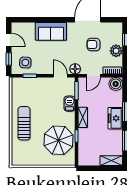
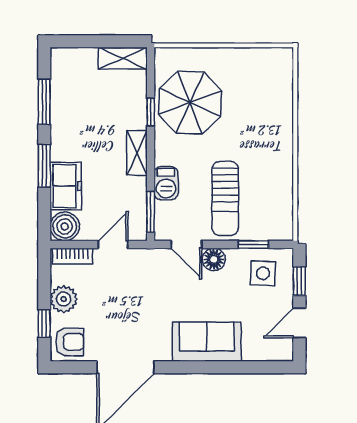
door: (9, 40) -> (299, 323), hinge flipped
armchair: (94, 45) -> (70, 342), moved
floor lamp: (75, 69) -> (214, 259), moved
freezer: (115, 118) -> (66, 186), moved
sun lounger: (24, 123) -> (225, 198), moved
shelving: (111, 161) -> (123, 58), moved

